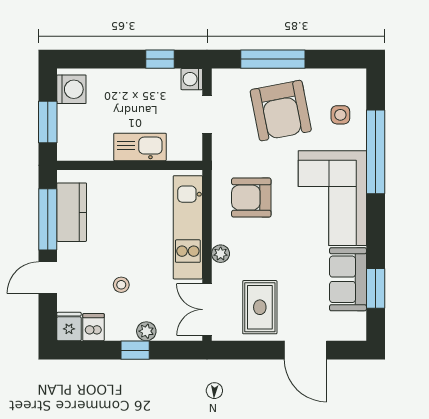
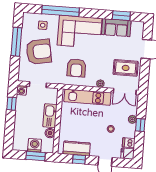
window: (273, 59) -> (16, 42), moved
washing machine: (71, 89) -> (35, 145), moved
boiler: (101, 150) -> (50, 133), added
window: (48, 219) -> (79, 159), width x0.46

